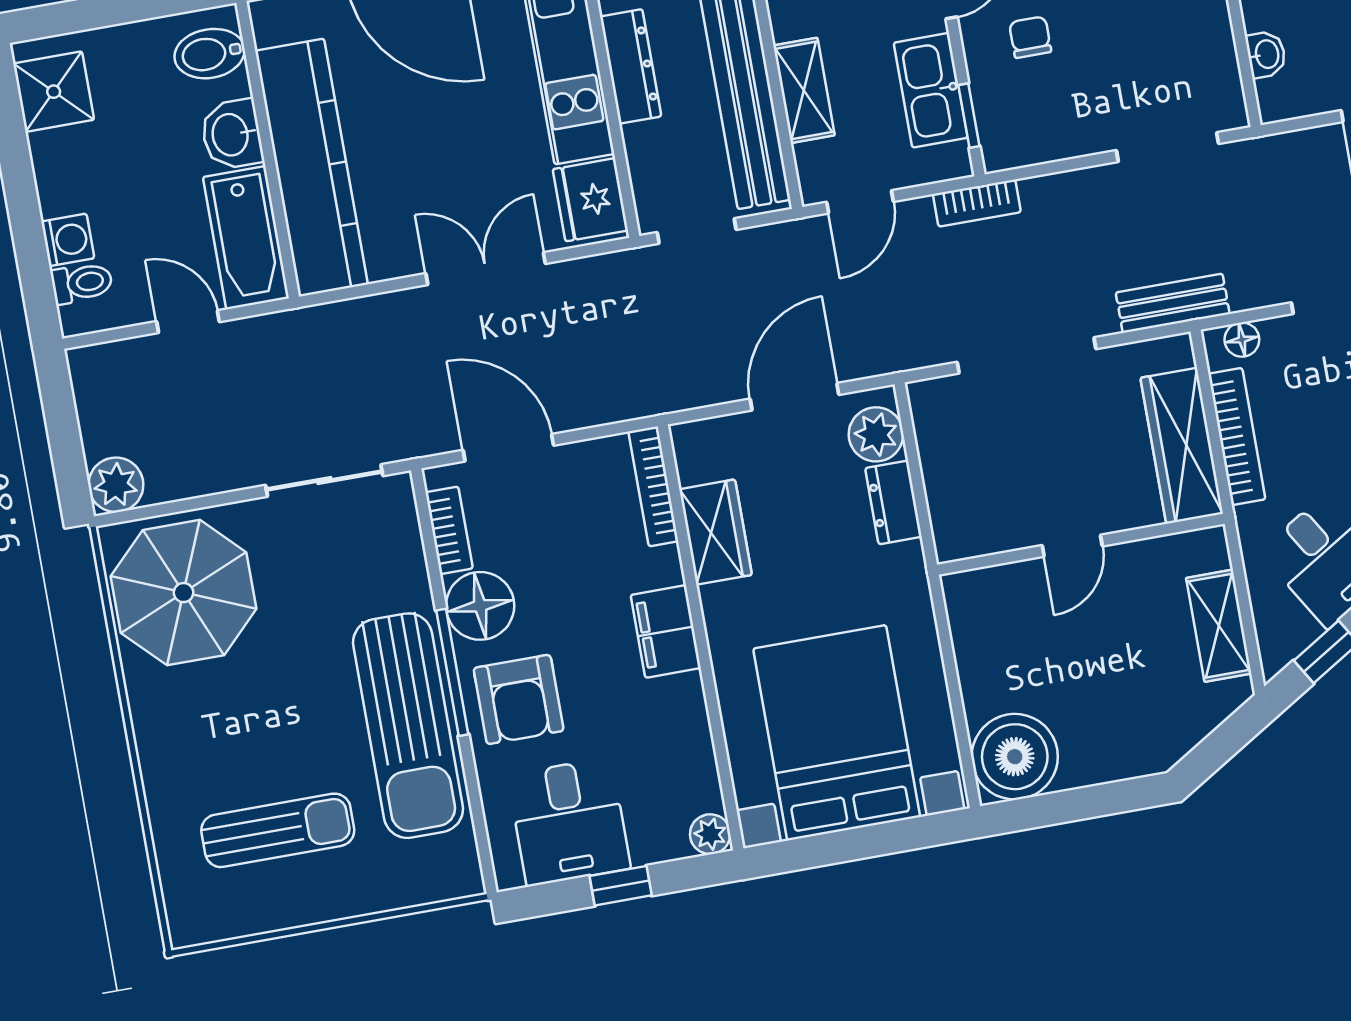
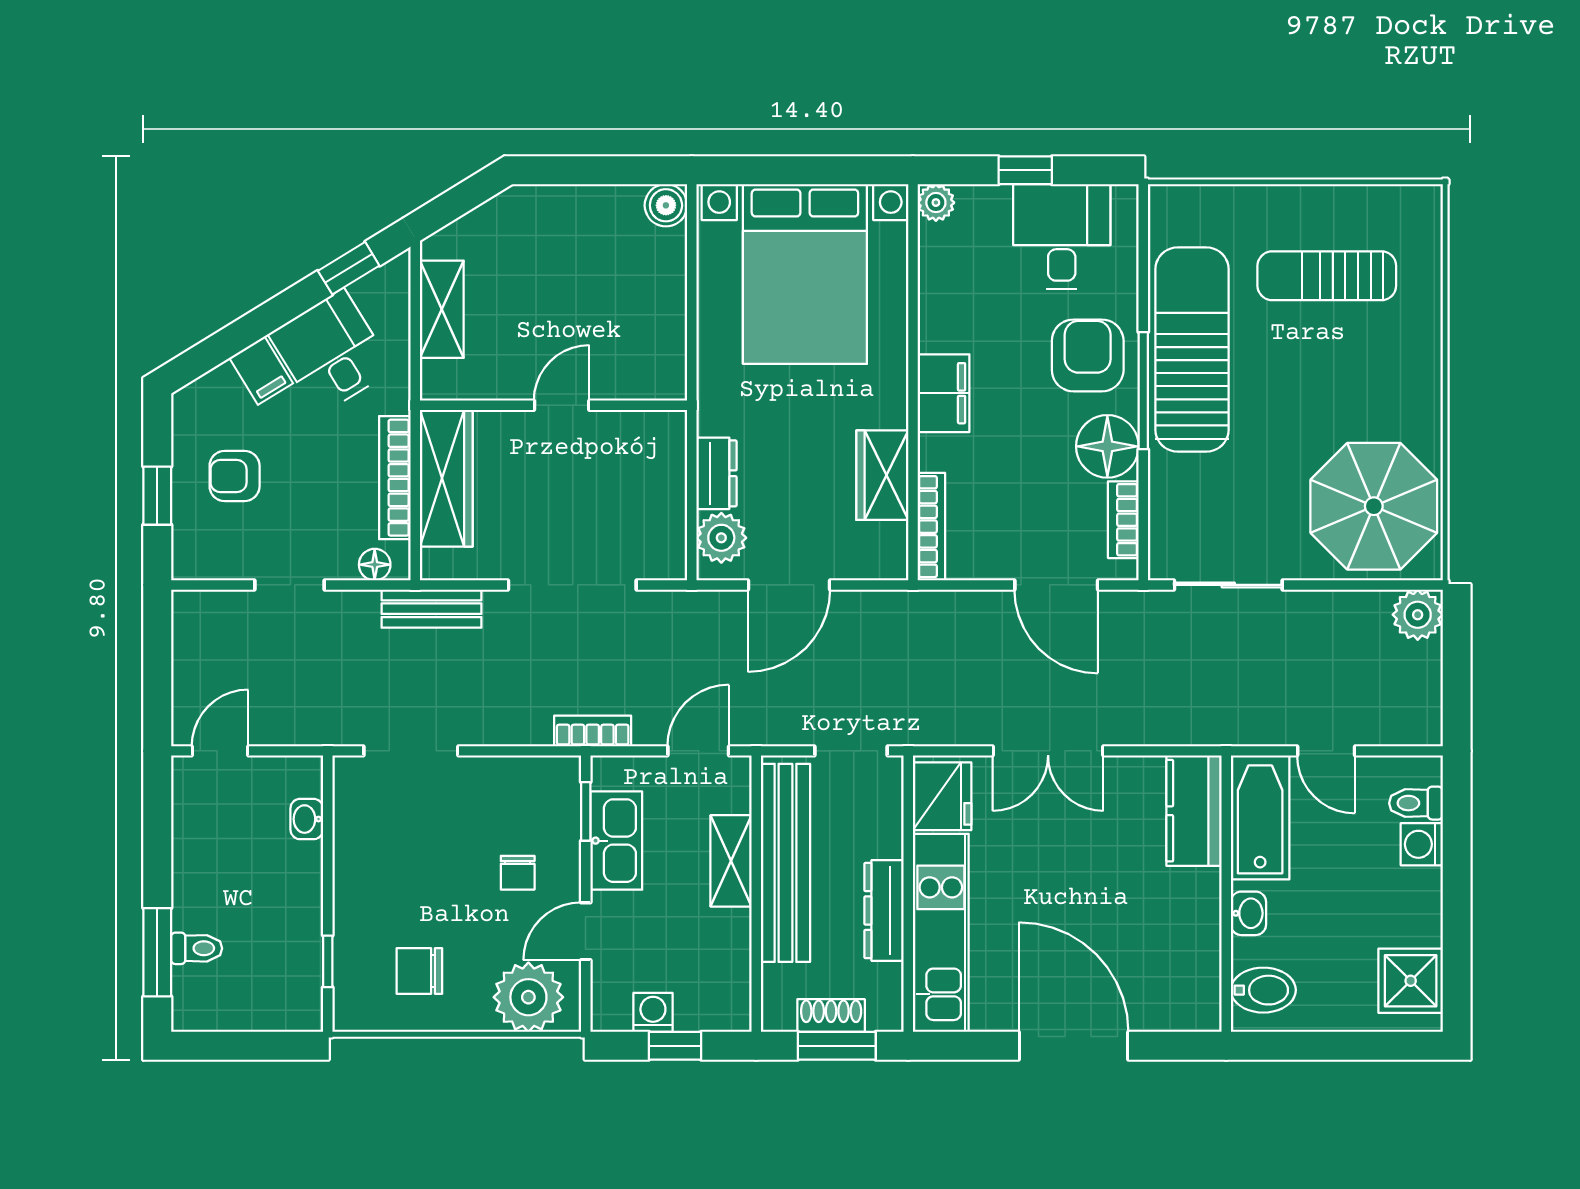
washbasin: (232, 134) -> (1248, 913), width x0.72, depth x0.69
kitchen counter: (311, 168) -> (1194, 811), width x0.48, depth x0.86
boiler: (1015, 757) -> (666, 205), width x0.54, depth x0.54

